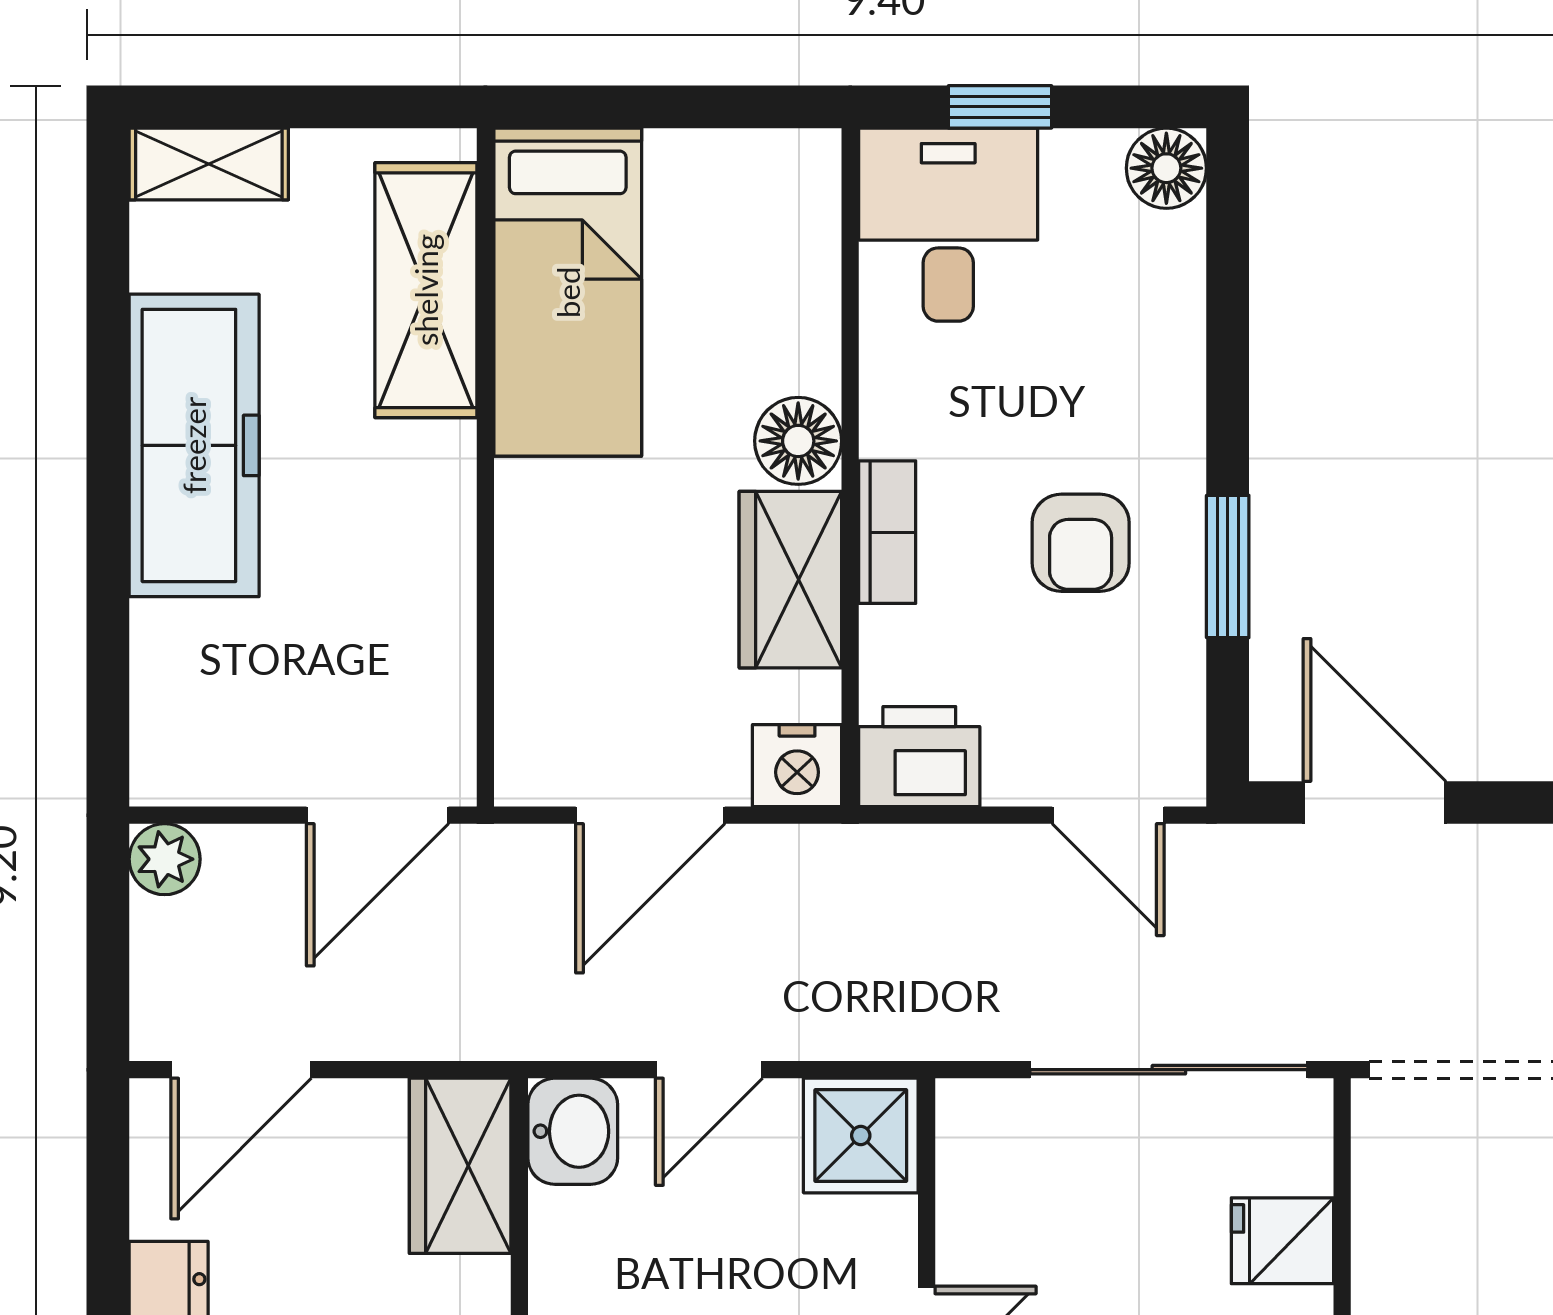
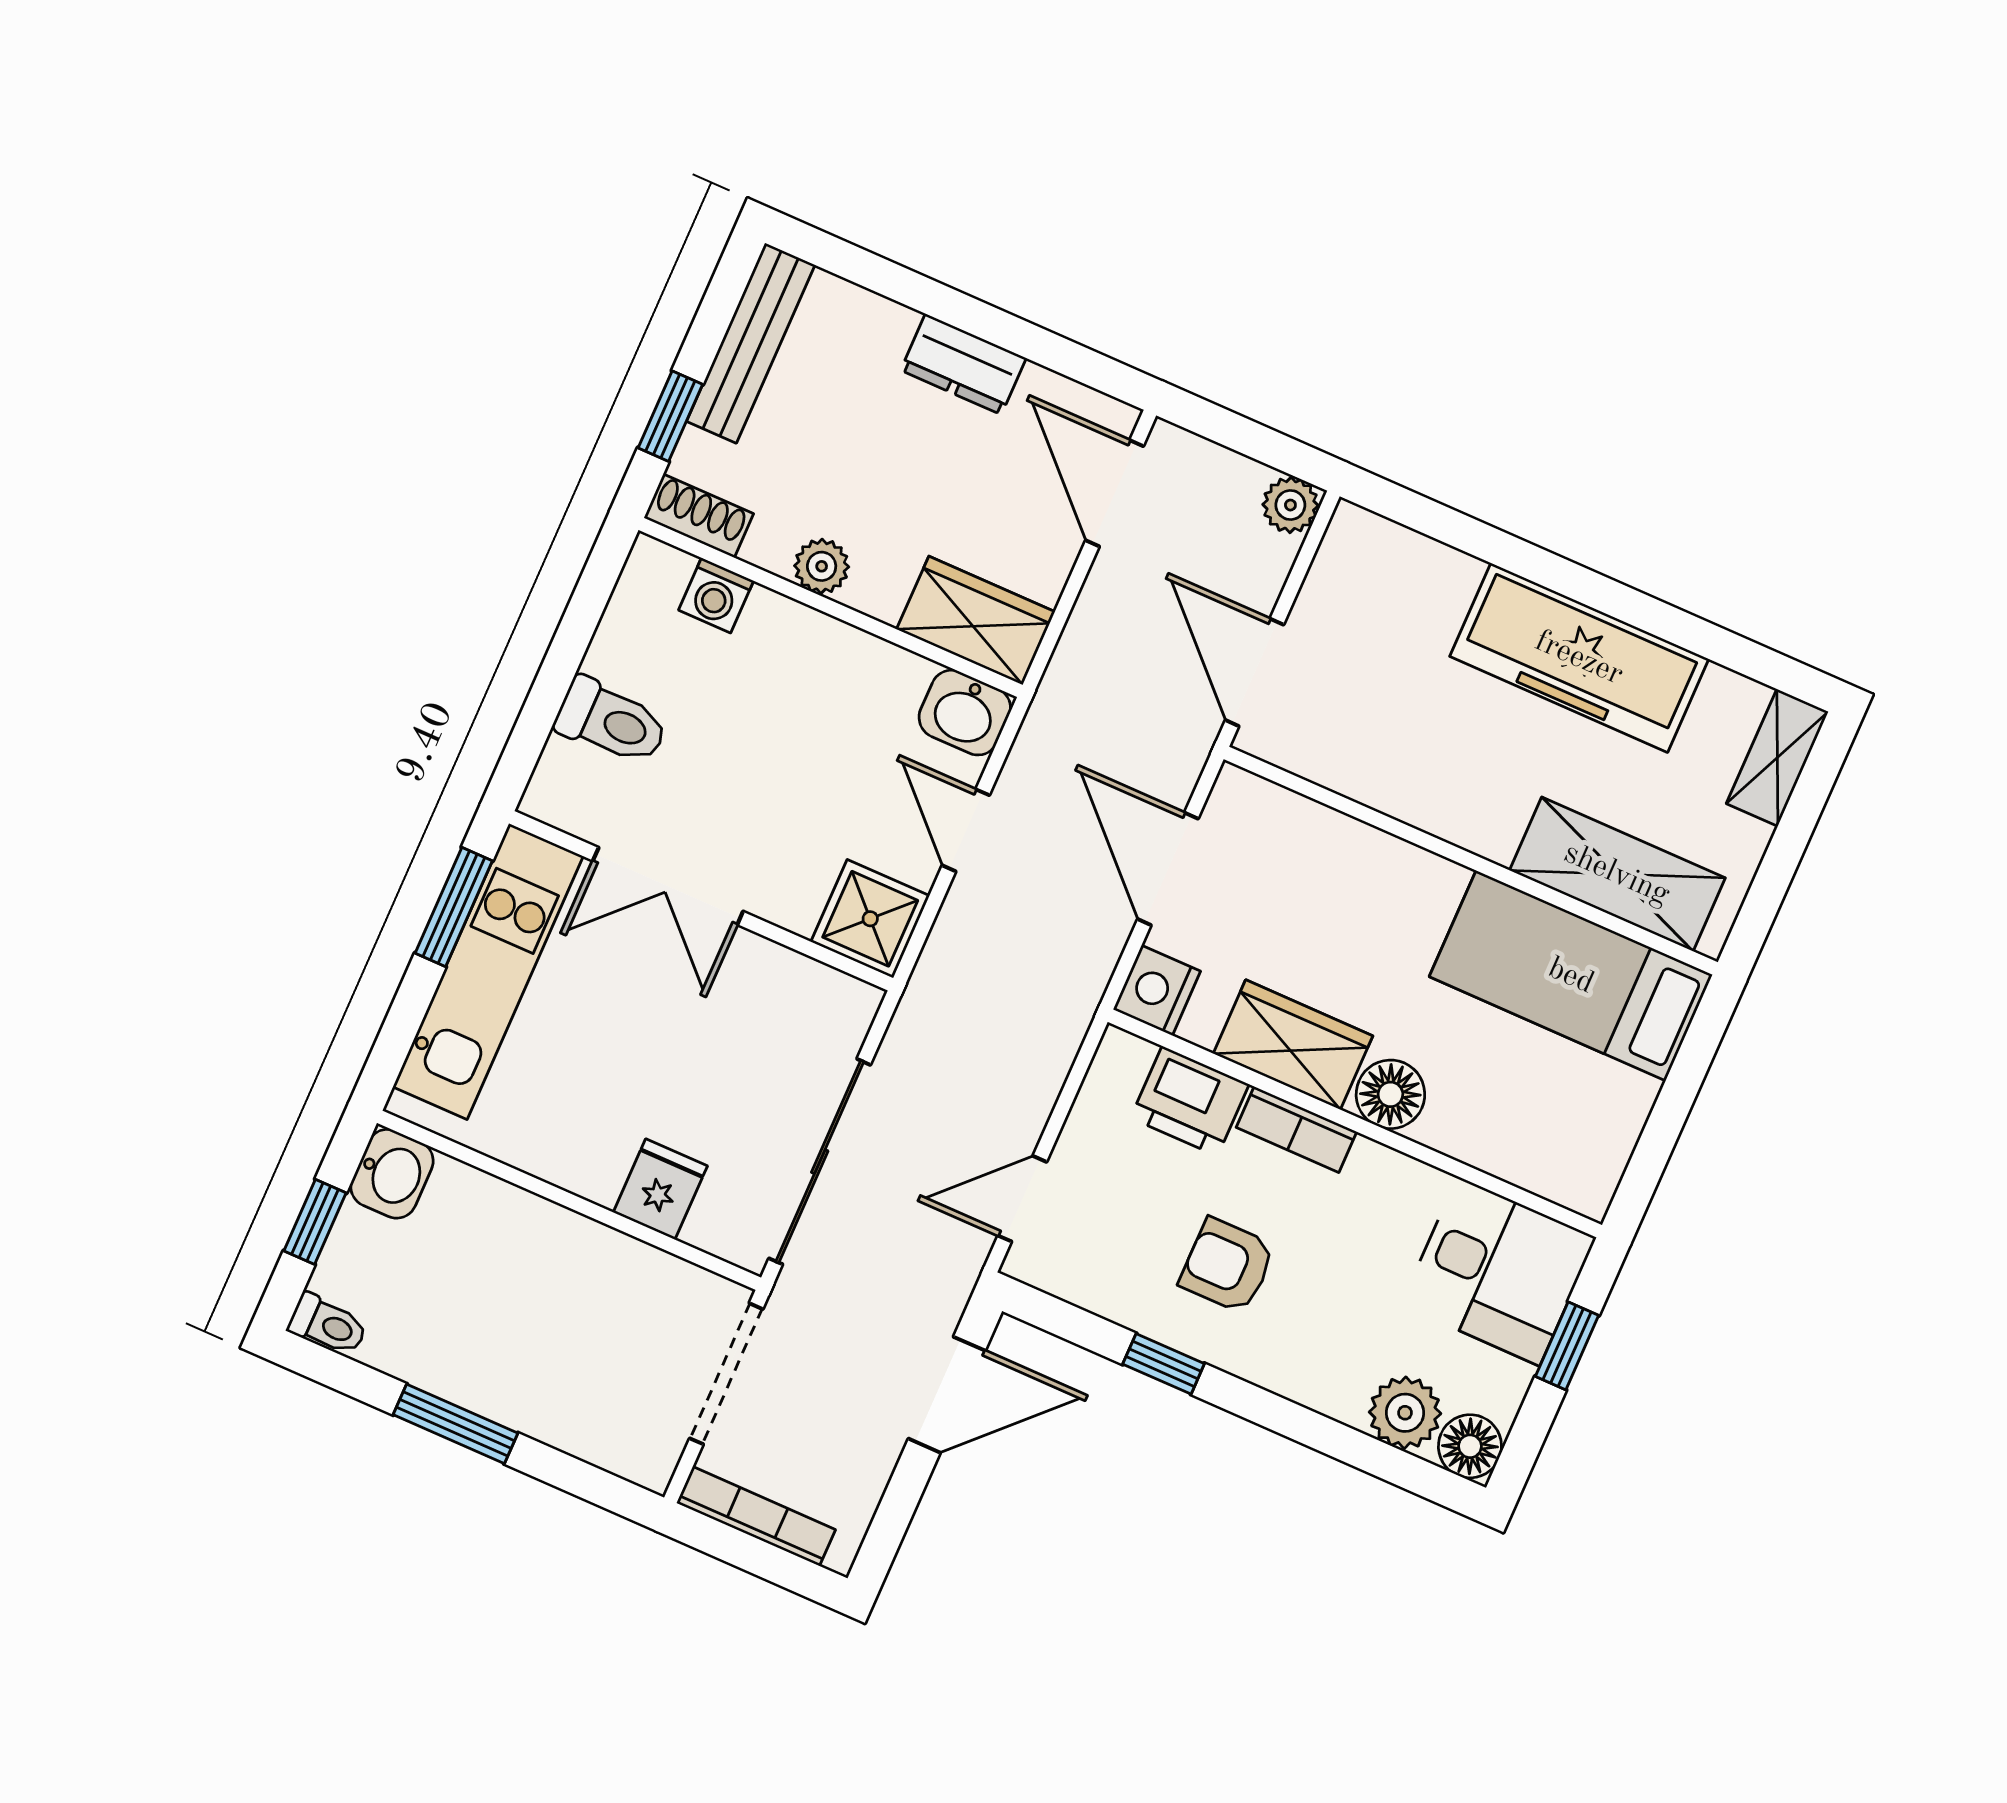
plant: (1161, 261) -> (1405, 1413), added
window: (1228, 566) -> (1164, 1364), width x0.67
printer: (919, 757) -> (1190, 1101), moved, turned 90

